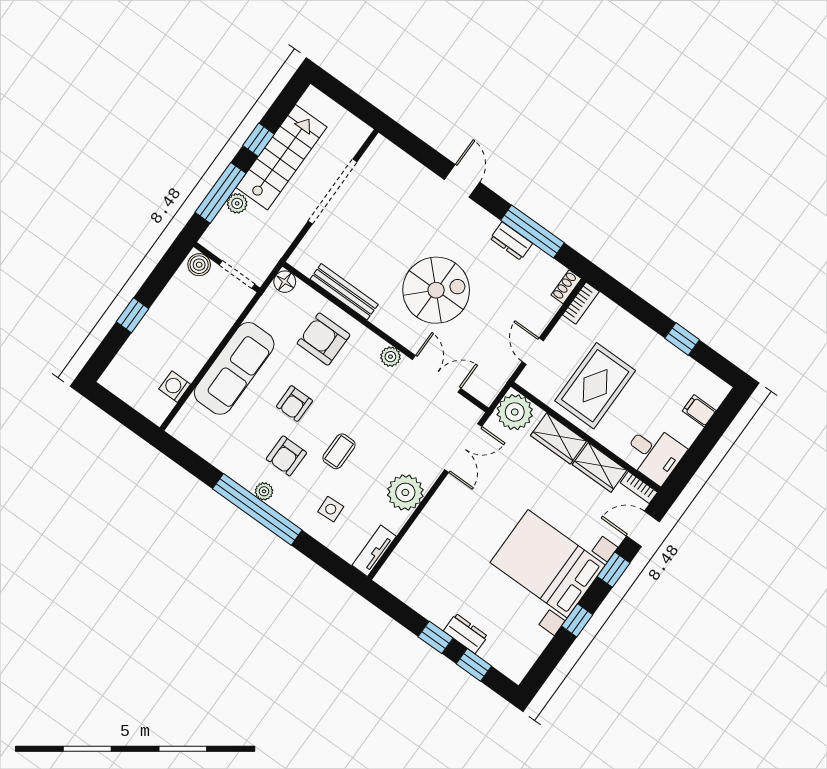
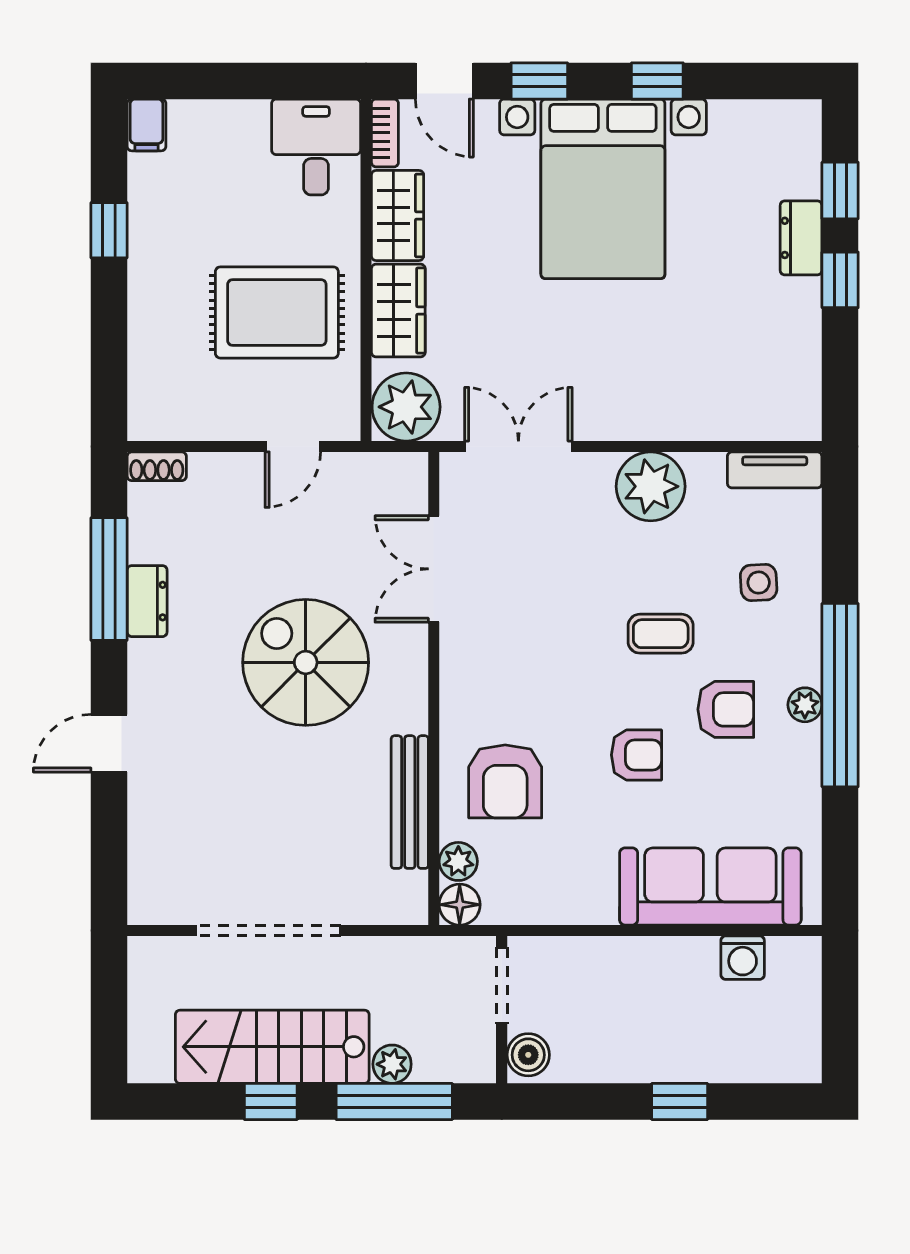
bookcase: (581, 303) -> (166, 426), removed
plant: (390, 357) -> (458, 861), moved
sofa: (234, 368) -> (710, 886), moved
filing cabinet: (699, 411) -> (147, 125), moved

